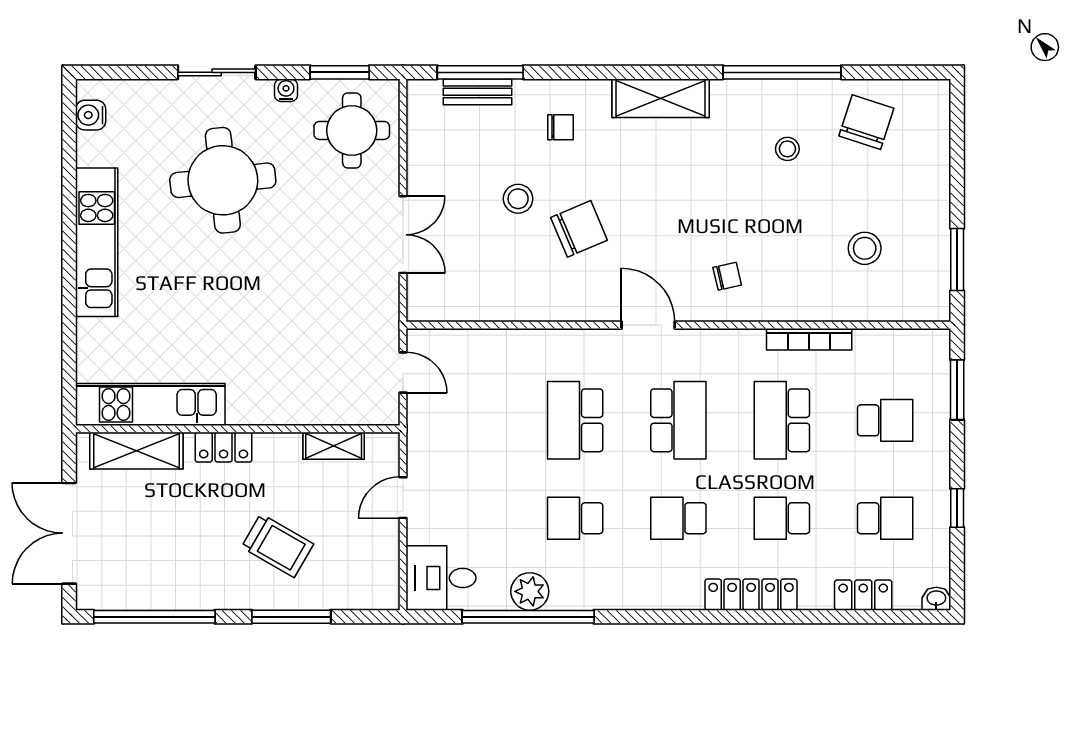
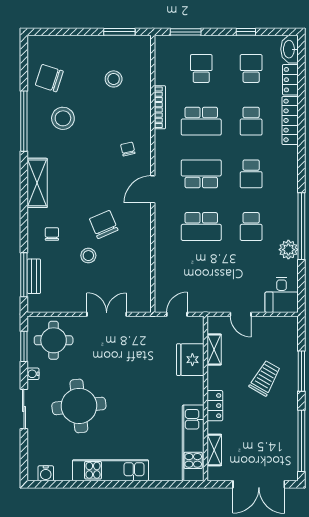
stool: (787, 149) -> (63, 118), width x1.89, depth x1.89
fridge: (314, 399) -> (190, 360), added
shelving: (136, 451) -> (214, 450), width x0.67, depth x0.75
locker: (751, 595) -> (290, 120), moved
washbasin: (936, 599) -> (289, 49), width x1.91, depth x1.45
window: (528, 617) -> (301, 226), moved

